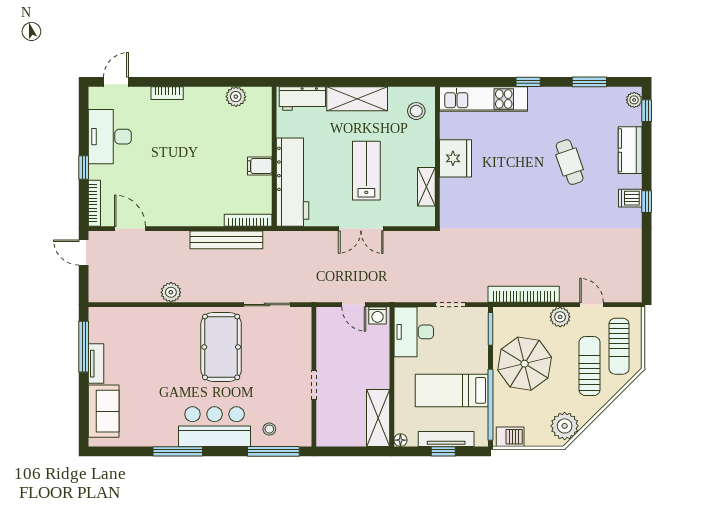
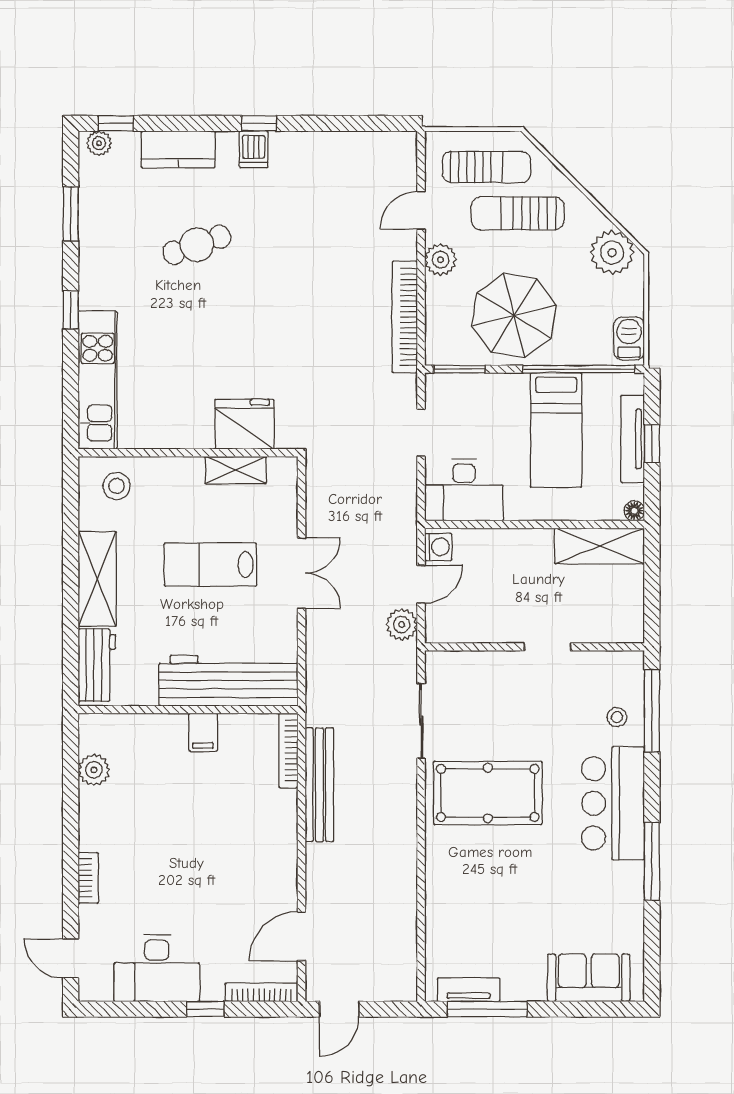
fridge: (456, 158) -> (245, 424), moved
plant: (171, 292) -> (402, 624), moved
tv unit: (96, 364) -> (469, 990), moved

